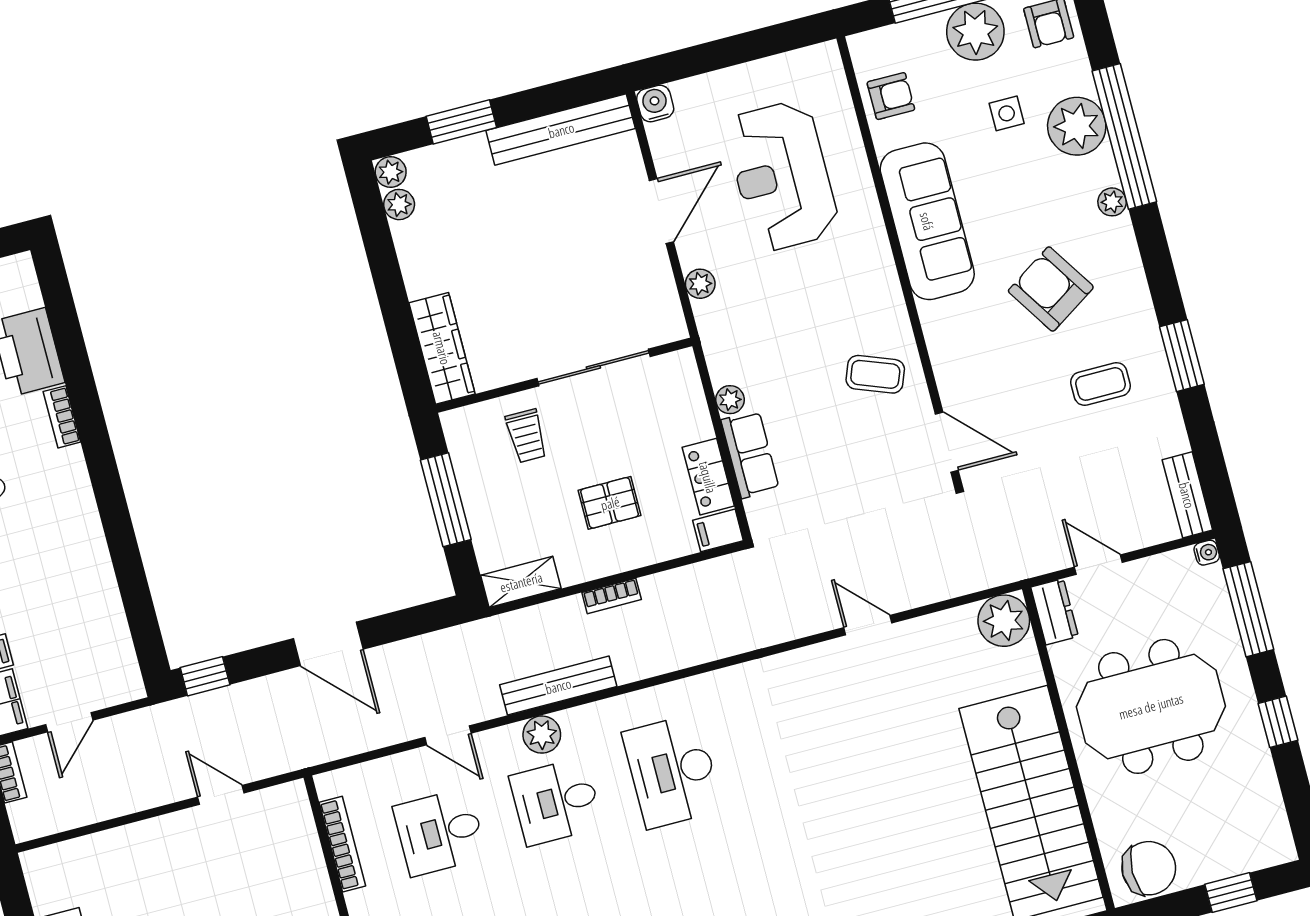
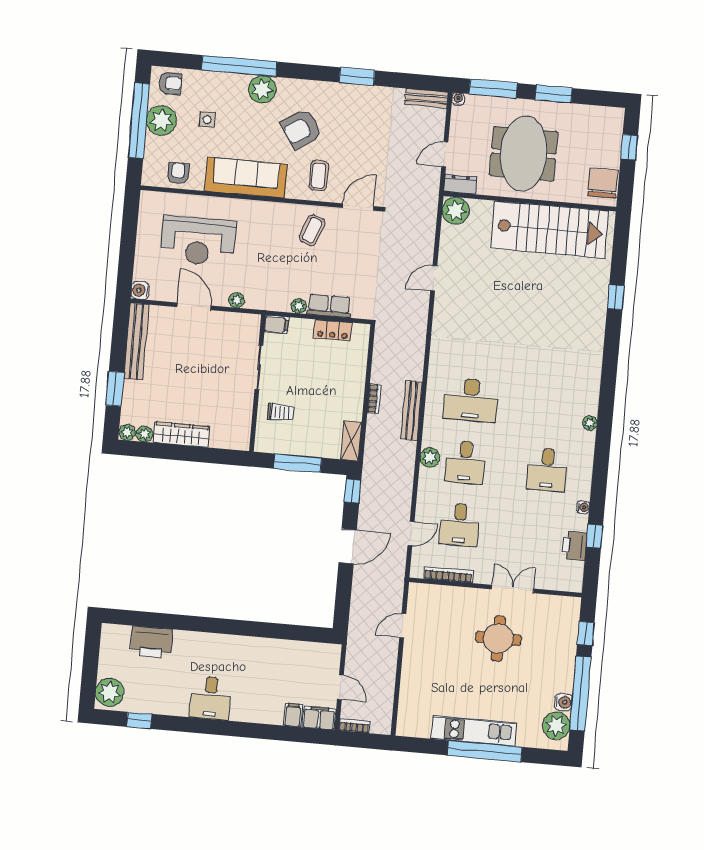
plant: (1077, 126) -> (226, 87), removed
plant: (1112, 202) -> (262, 89), width x1.88, depth x1.88
wardrobe: (442, 348) -> (182, 435), moved
sliding door: (593, 367) -> (259, 367), width x0.73
coffee table: (1101, 384) -> (319, 176), moved
bookcase: (62, 417) -> (189, 637), removed
pallet: (610, 503) -> (328, 383), removed
filing cabinet: (718, 530) -> (276, 325), moved, turned -90
window: (205, 676) -> (353, 491), moved
bench: (558, 686) -> (411, 410), moved
window: (1278, 722) -> (554, 94), width x1.50
door: (448, 735) -> (411, 534), moved

